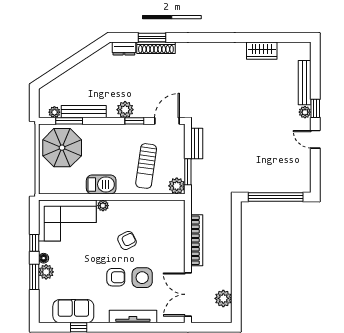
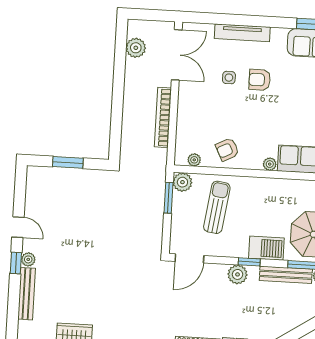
window: (134, 121) -> (249, 262), moved
bench: (197, 143) -> (156, 230), removed
barbecue: (101, 184) -> (266, 248), moved, turned 180
window: (276, 197) -> (68, 162), width x0.47
plant: (168, 205) -> (194, 160), added
armchair: (127, 240) -> (227, 149), moved
side table: (142, 278) -> (229, 78), width x0.54, depth x0.54

